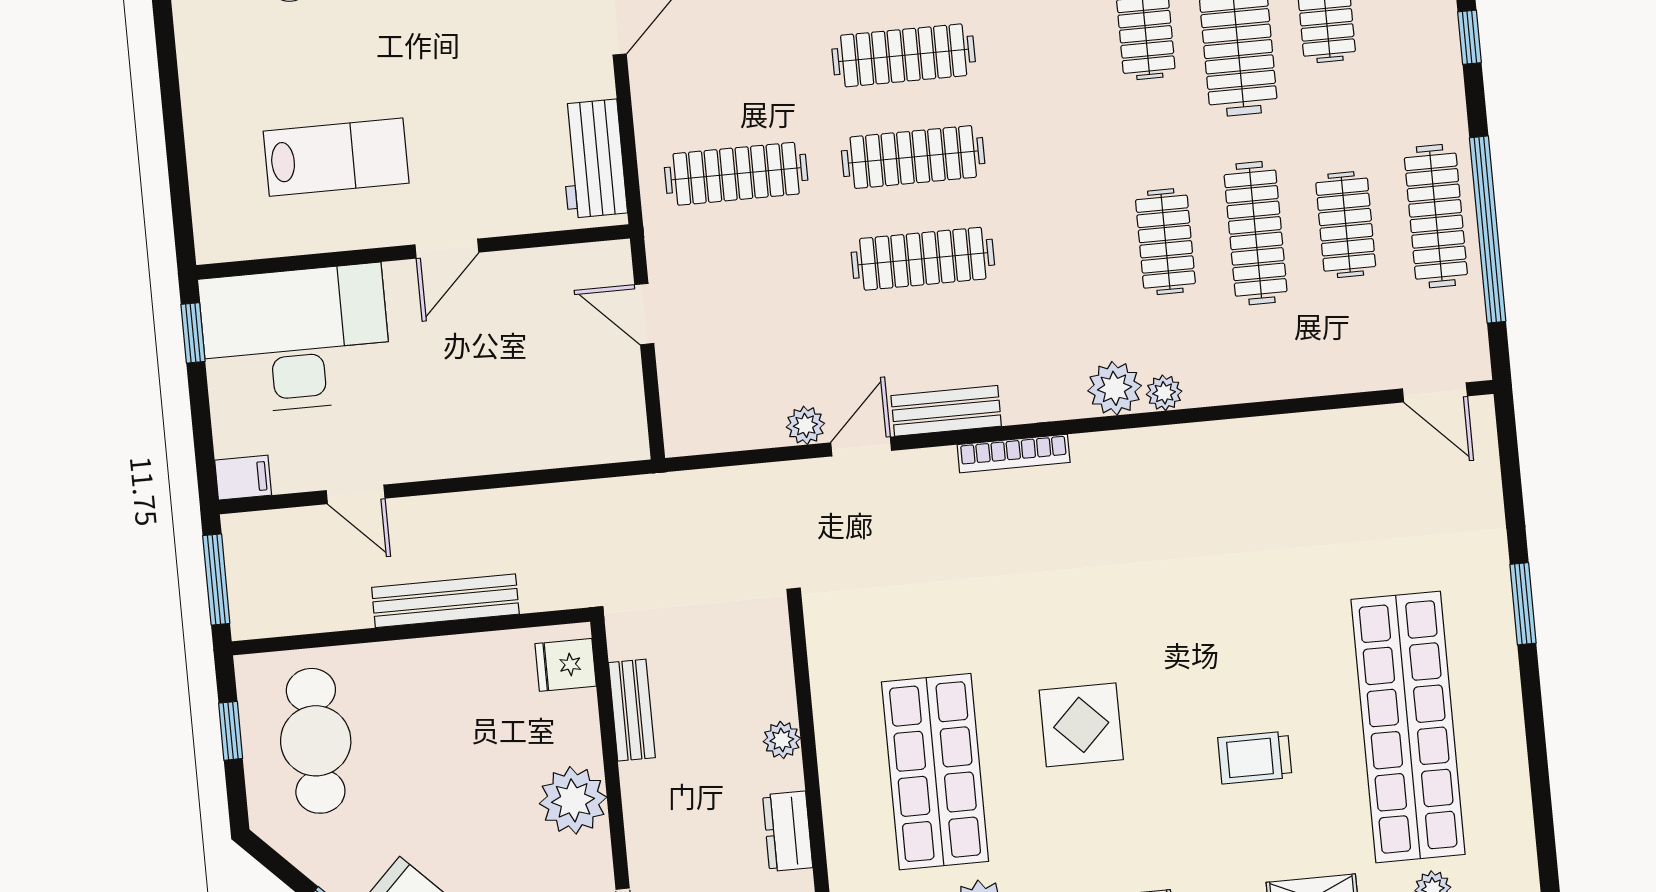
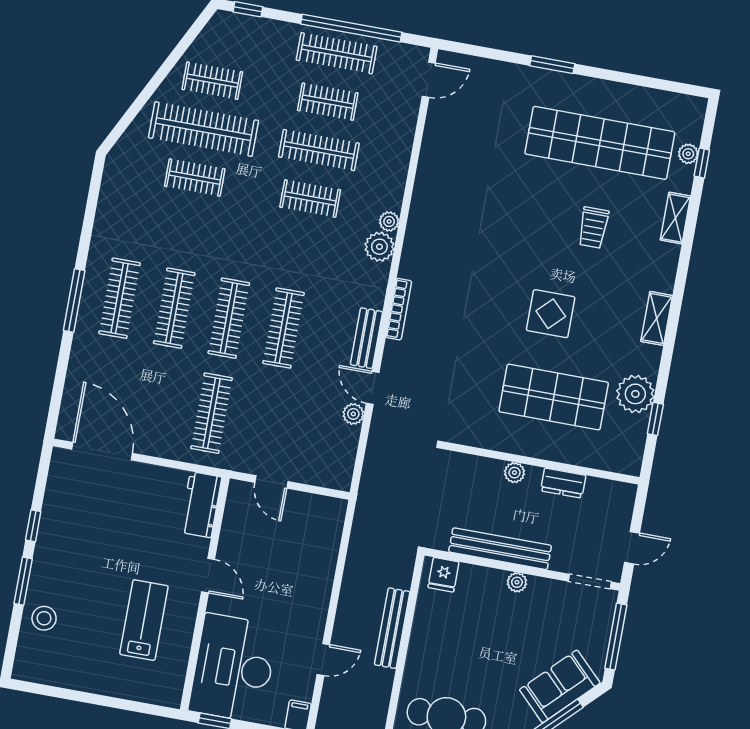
workbench: (593, 159) -> (201, 505), moved, turned 90
door: (644, 314) -> (271, 482), hinge flipped
bench: (632, 710) -> (500, 549), width x1.86, depth x1.21
plant: (573, 800) -> (517, 582), width x0.53, depth x0.53

